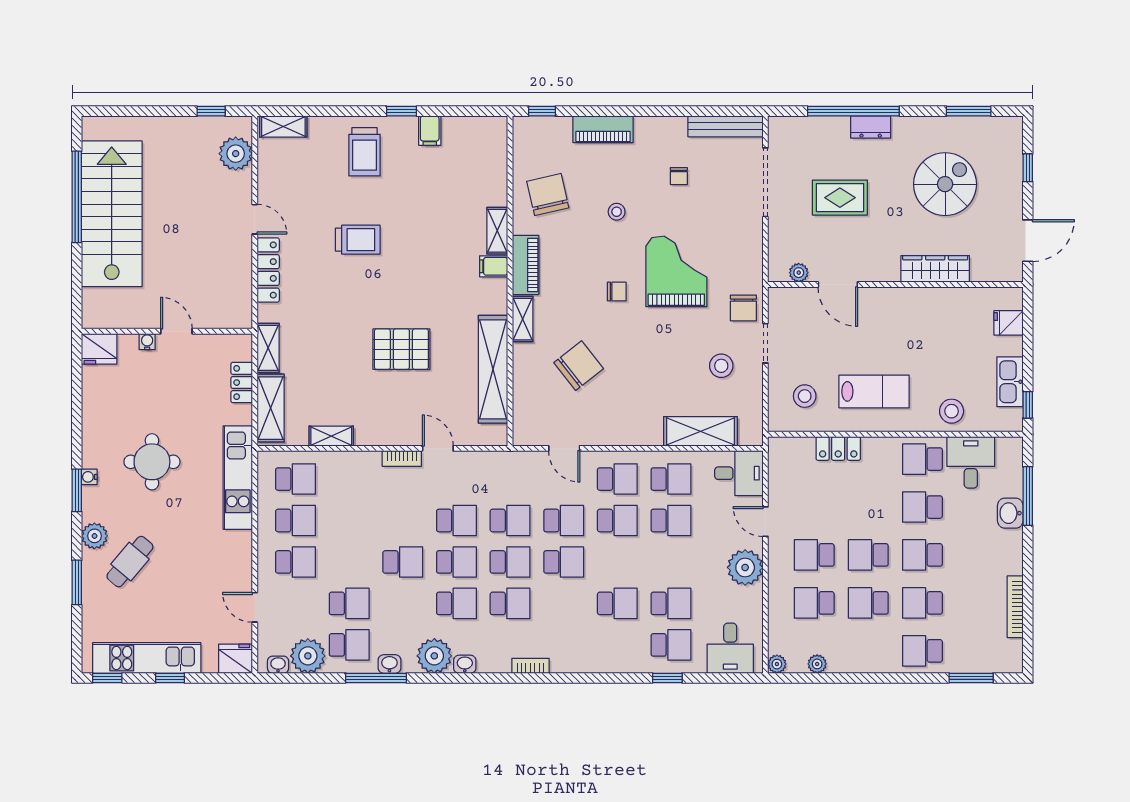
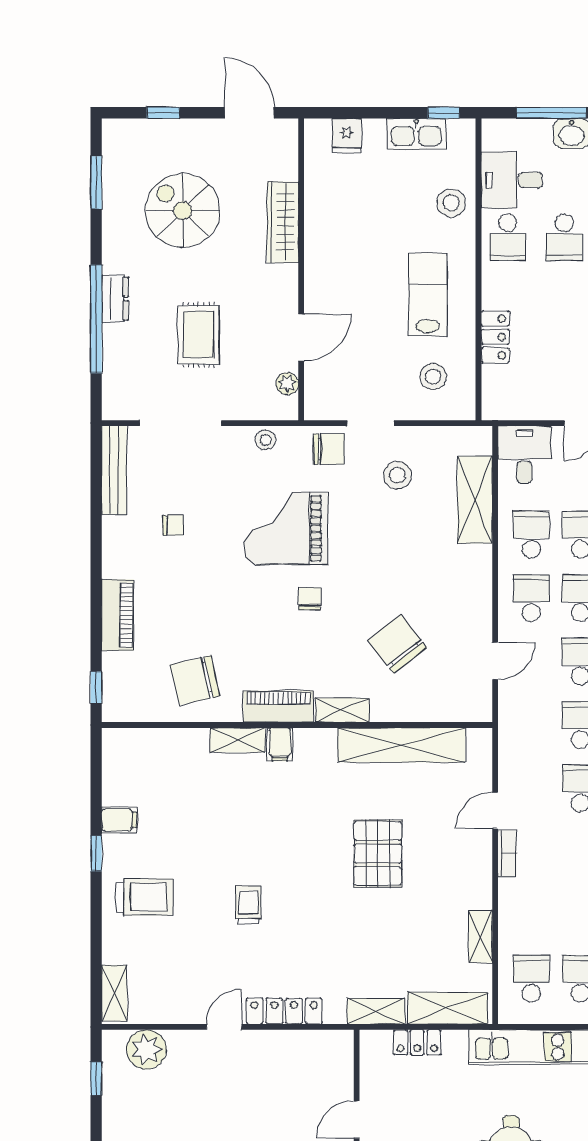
stool: (617, 212) -> (266, 440), moved
trolley: (358, 240) -> (248, 905), width x0.73, depth x0.72

